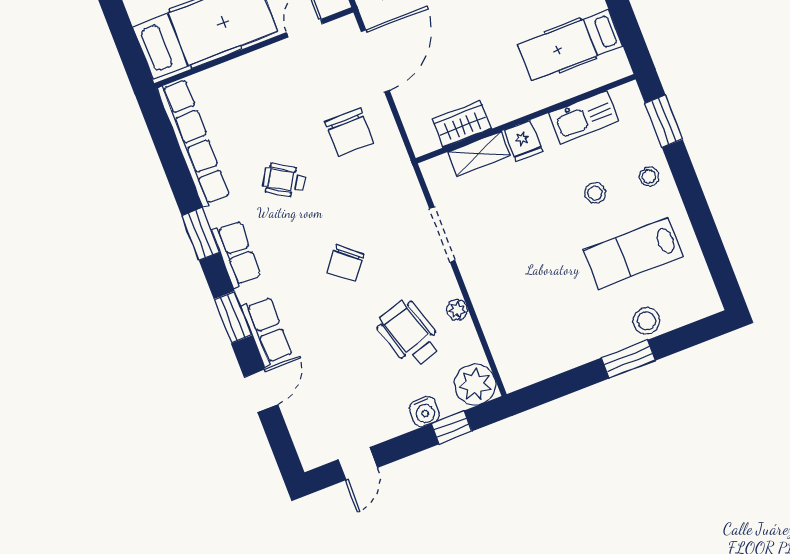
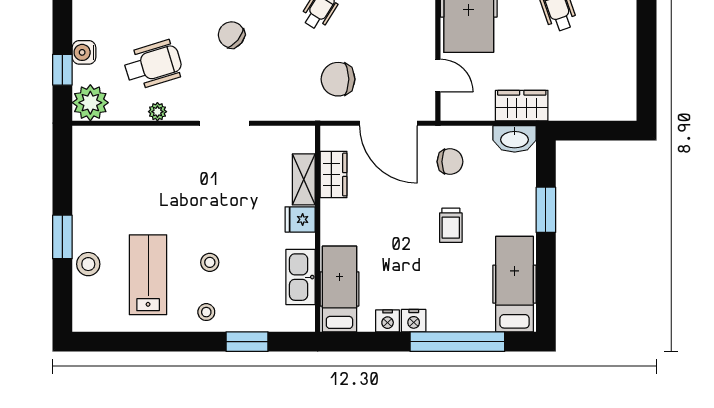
kitchen sink: (584, 117) -> (301, 277), moved
wall: (526, 119) -> (318, 229), moved
wardrobe: (462, 124) -> (334, 175), moved
fridge: (523, 141) -> (300, 219), moved
shelving: (479, 154) -> (304, 179), moved

